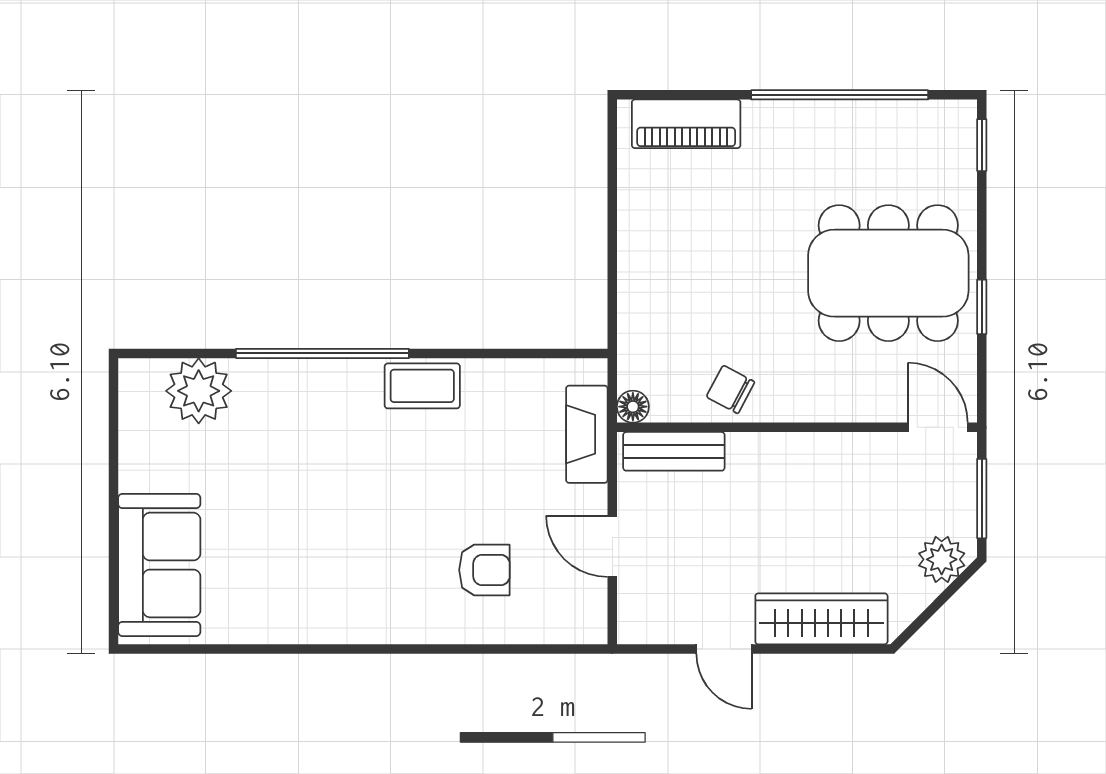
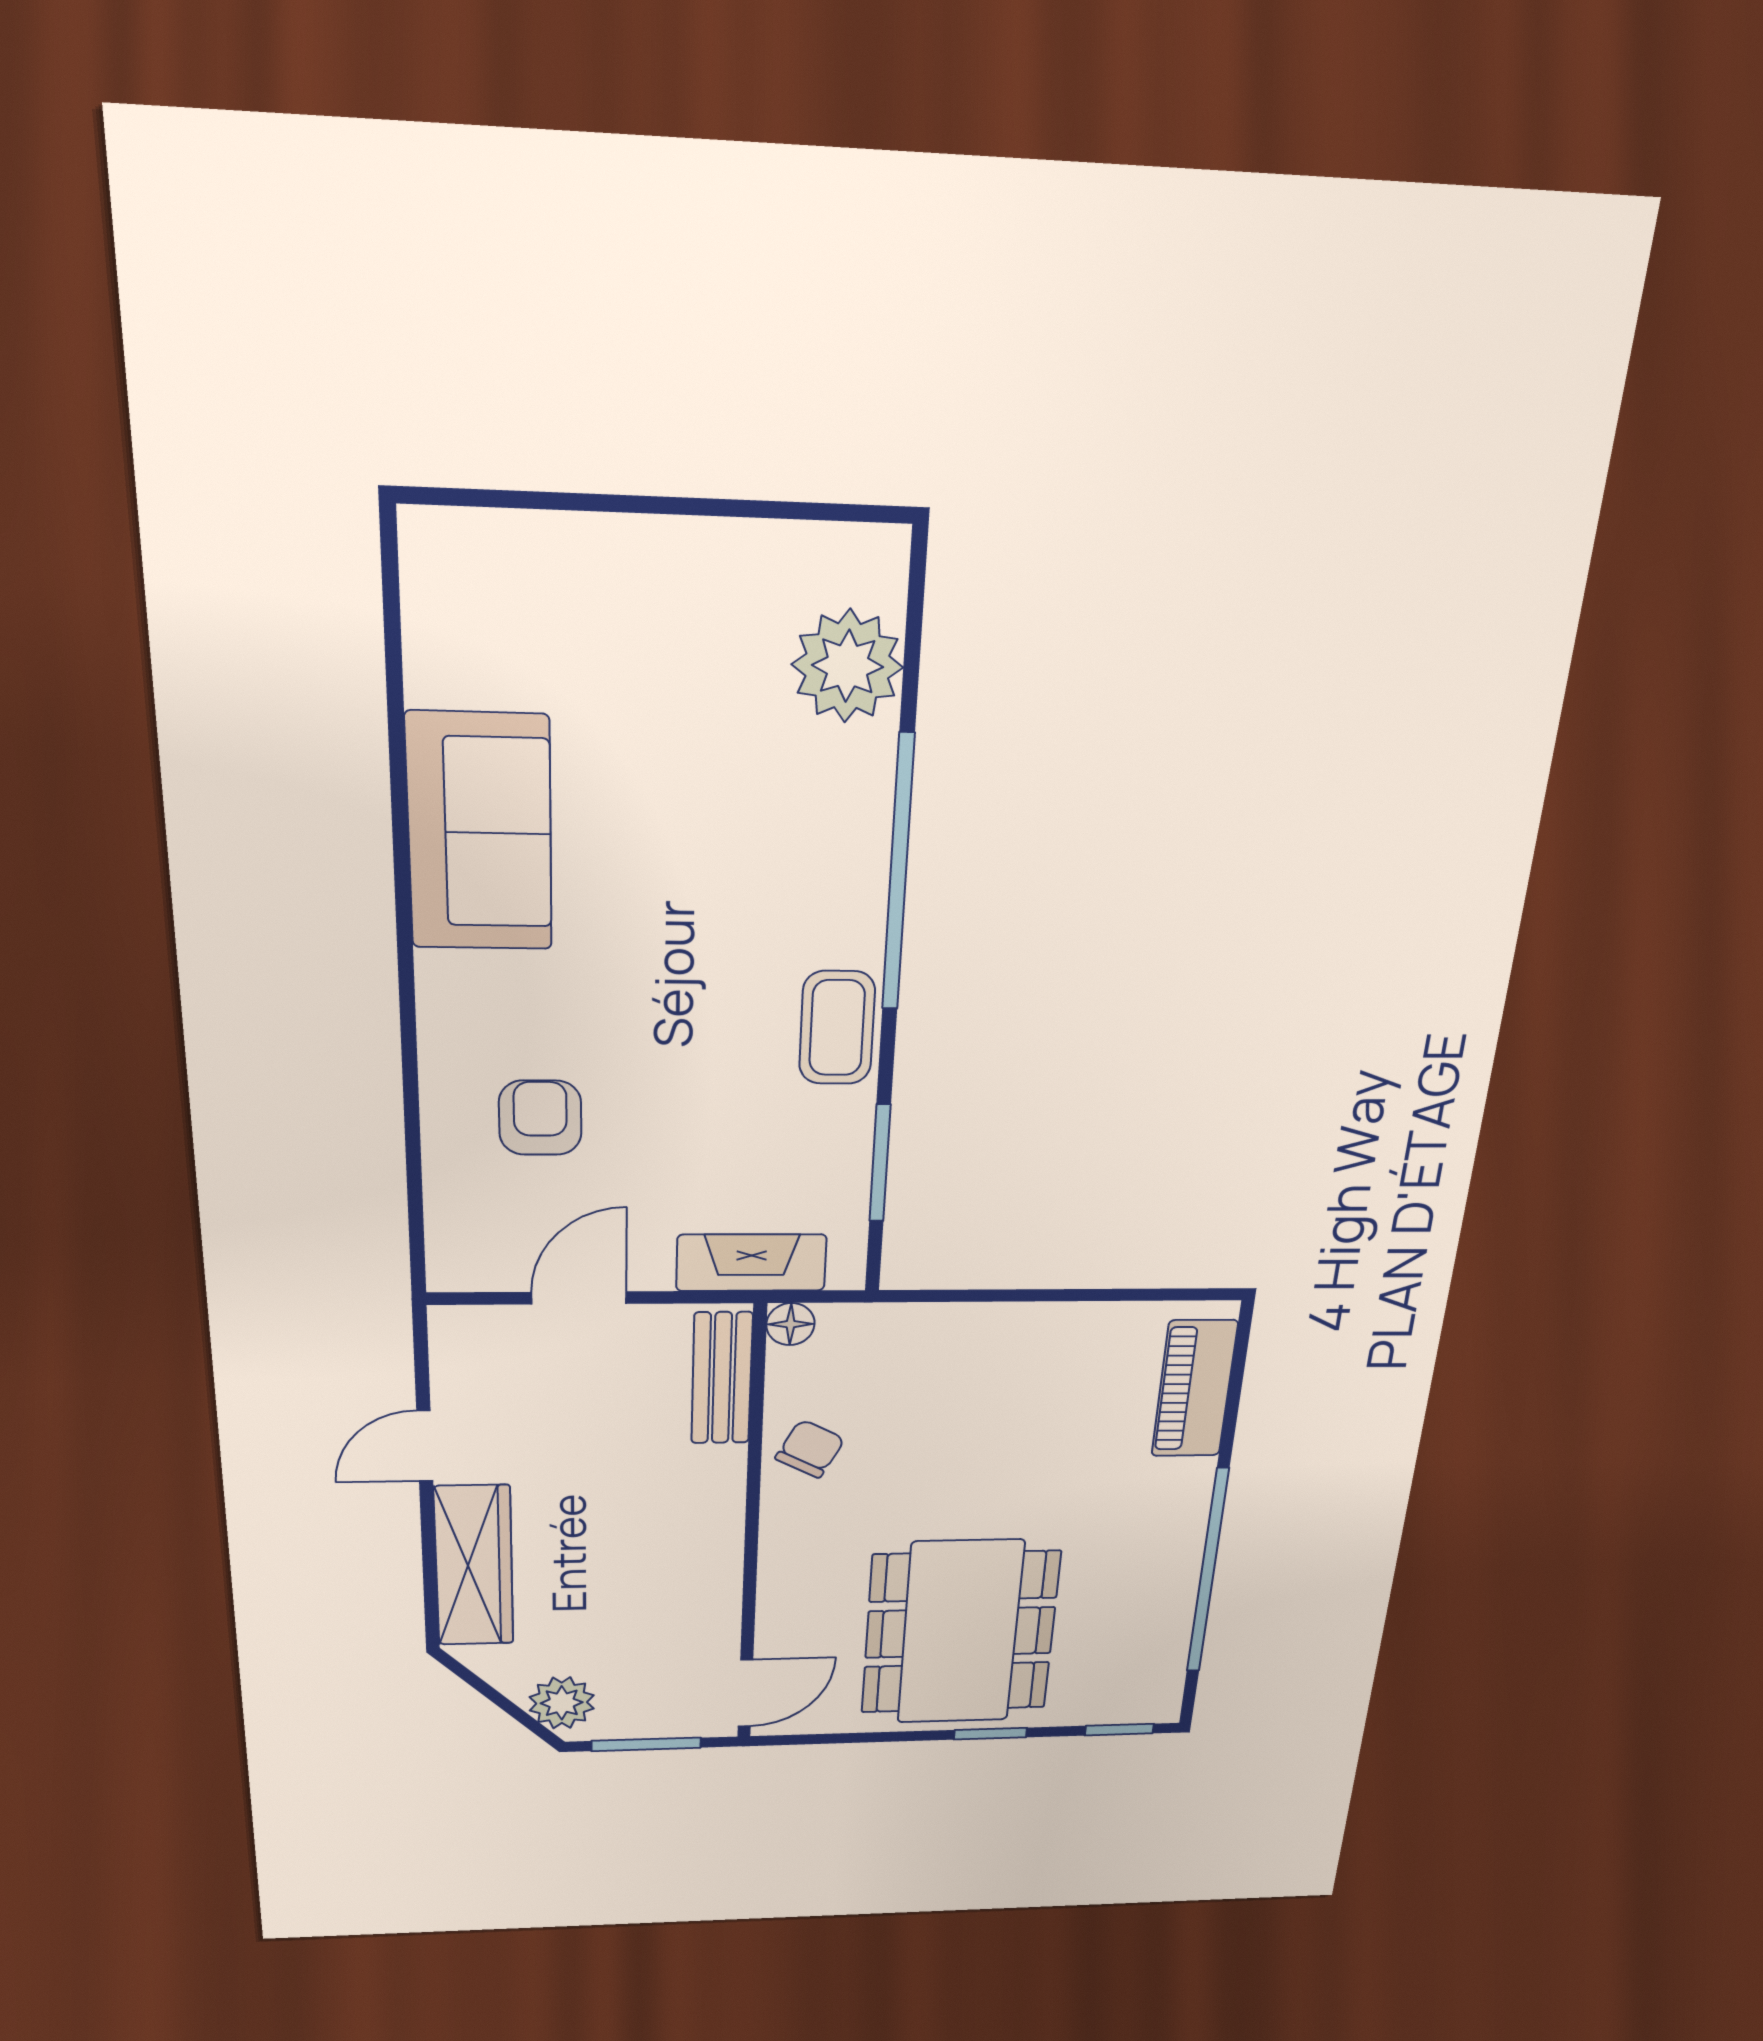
window: (982, 307) -> (990, 1734), moved
window: (515, 353) -> (880, 1163), added
sofa: (159, 565) -> (480, 833), moved, turned -90
armchair: (484, 570) -> (540, 1118), turned 180

